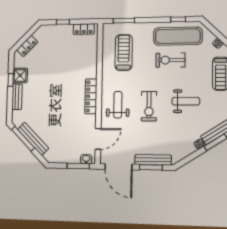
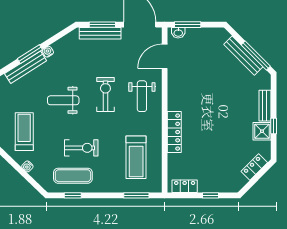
exercise mat: (178, 36) -> (73, 176), width x0.73, depth x0.69
locker: (91, 96) -> (174, 132), moved

